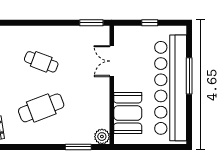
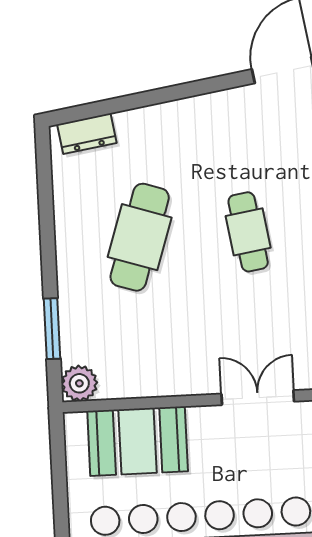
cafe table: (41, 62) -> (248, 232), turned -30
cafe table: (41, 108) -> (140, 237), turned 39

